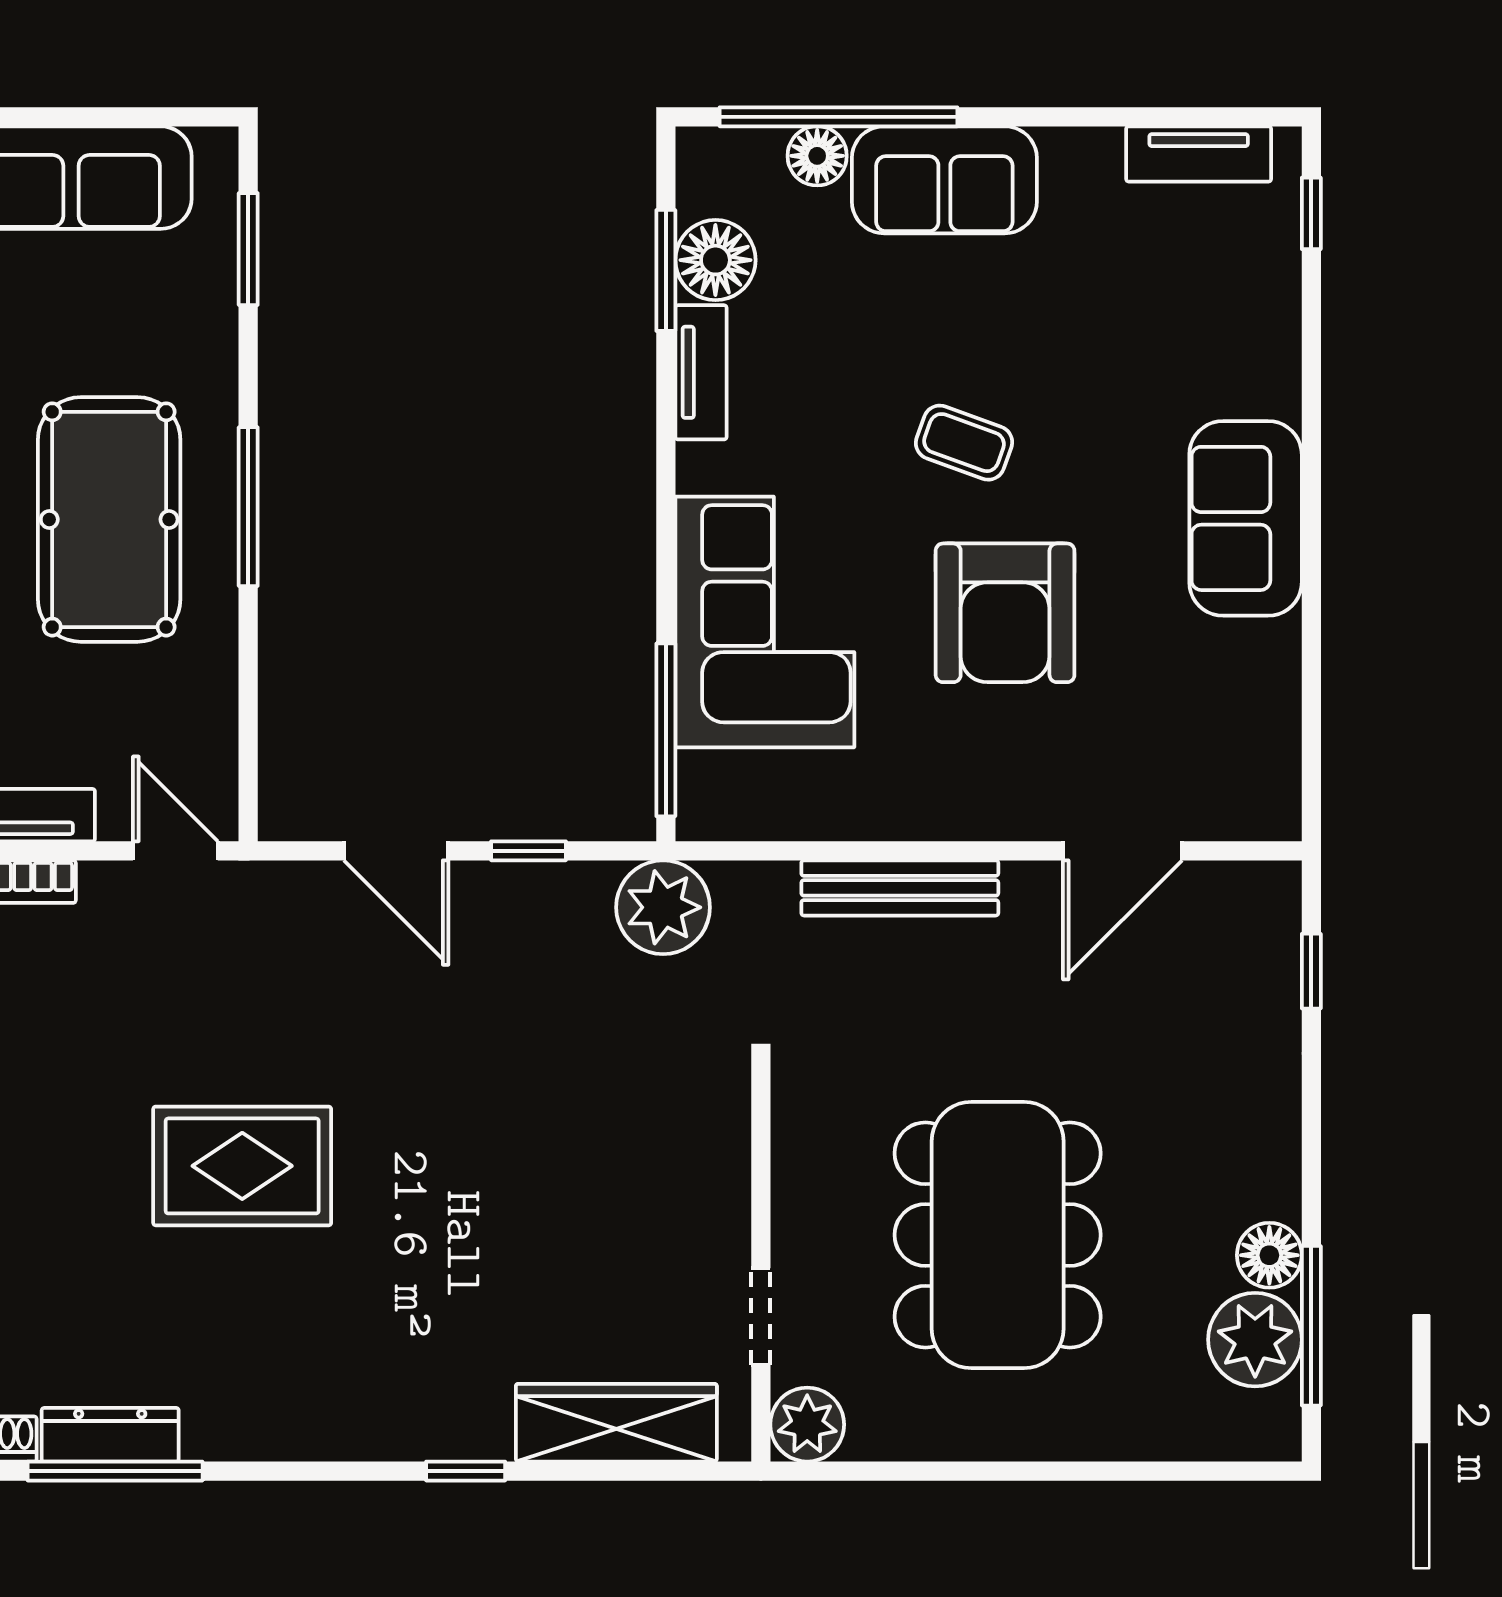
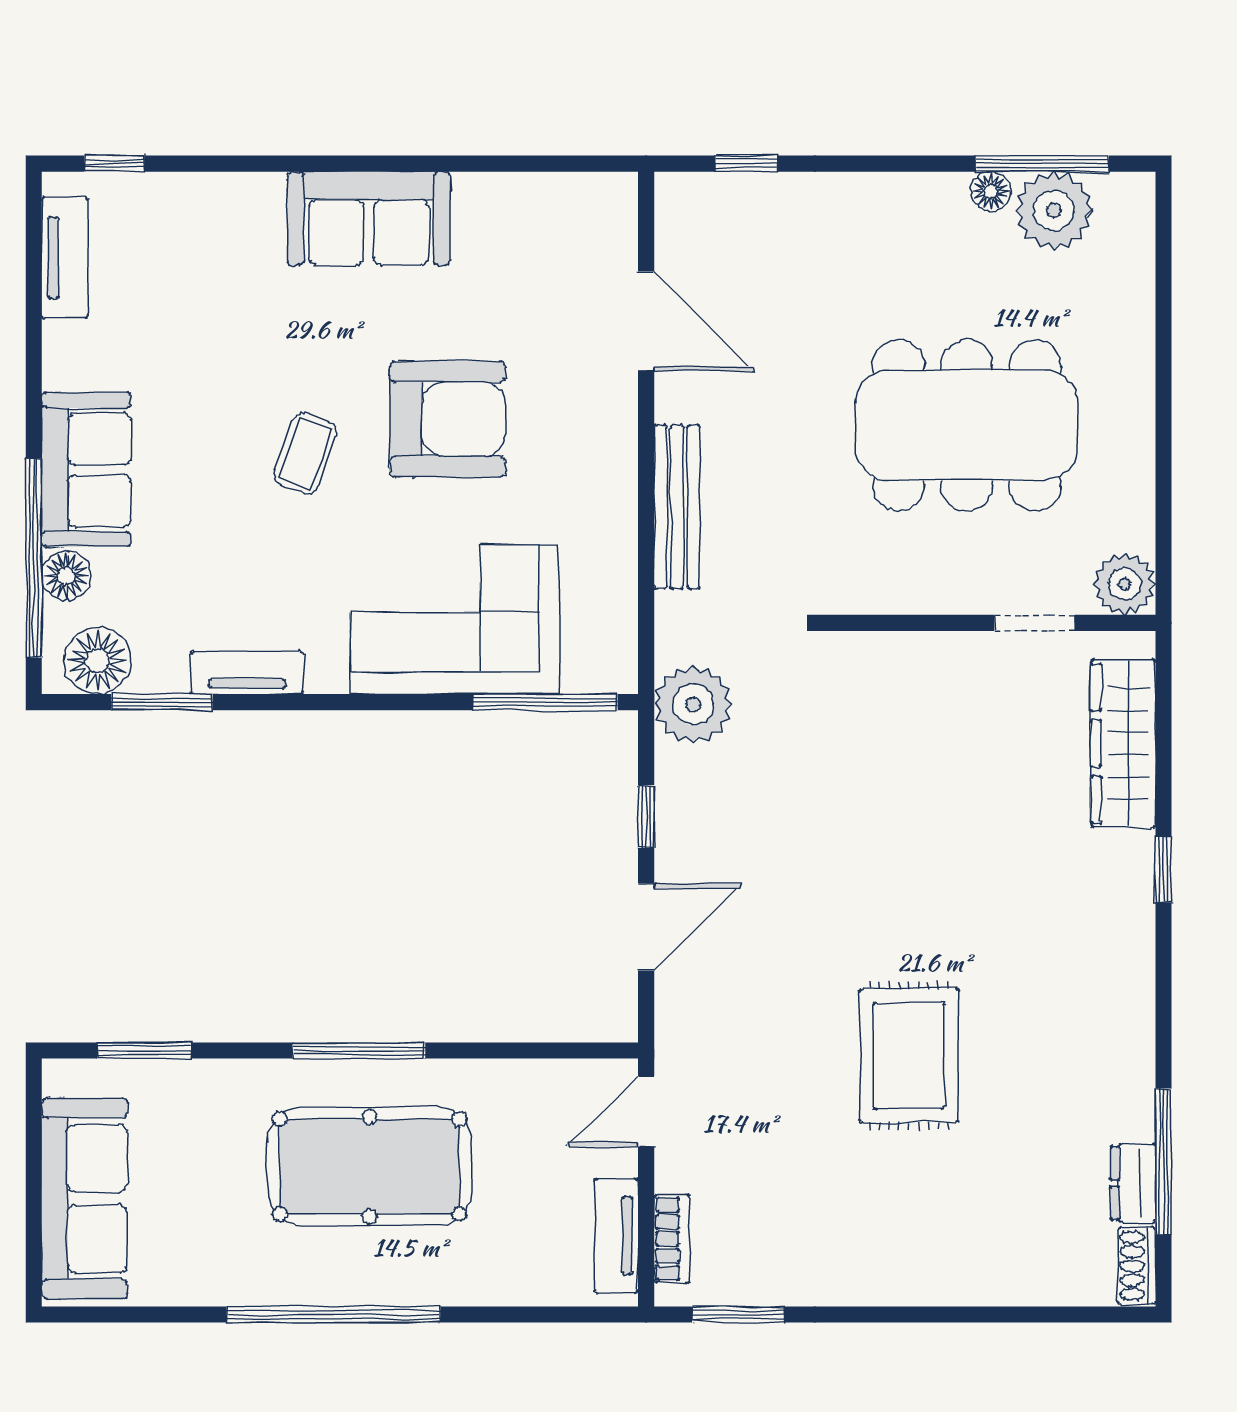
floor lamp: (715, 260) -> (98, 661), moved
floor lamp: (1269, 1255) -> (991, 191), width x0.73, depth x0.73
dresser: (110, 1435) -> (1133, 1183), width x0.70

